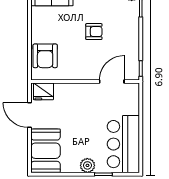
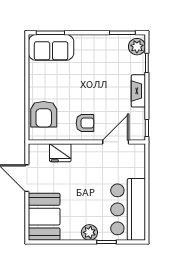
armchair: (94, 32) -> (85, 123), moved
fireplace: (133, 34) -> (138, 91), added
fridge: (43, 91) -> (60, 153), moved

